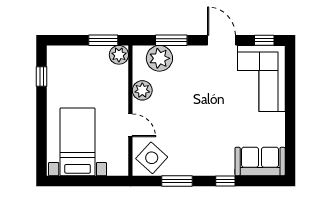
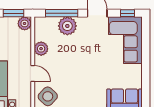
window: (171, 40) -> (62, 13), width x1.44
plant: (159, 58) -> (67, 26), moved

